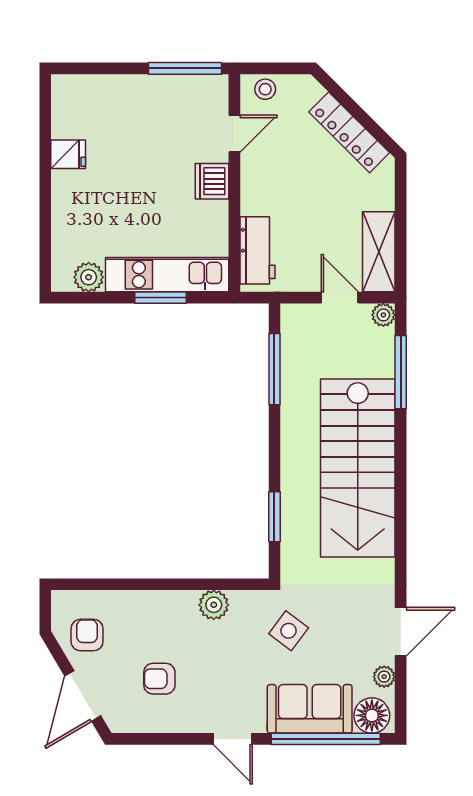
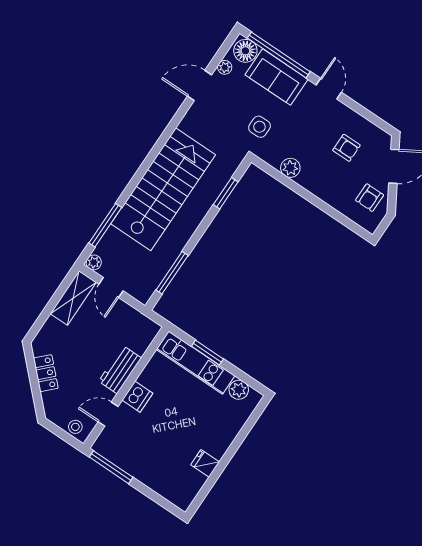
locker: (349, 132) -> (46, 373), width x0.66
workbench: (258, 250) -> (120, 370), moved
side table: (289, 631) -> (259, 127), turned -37

